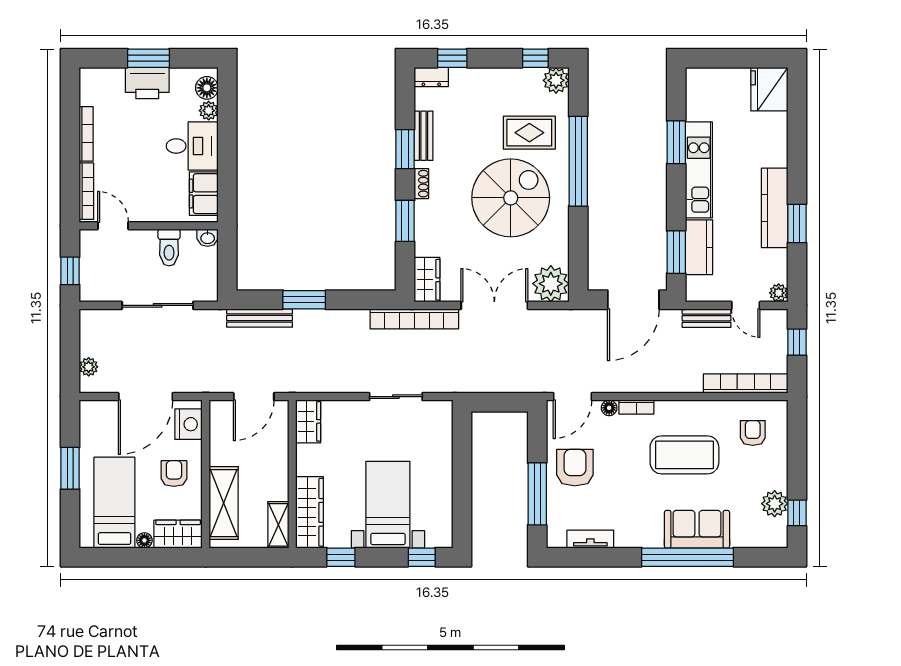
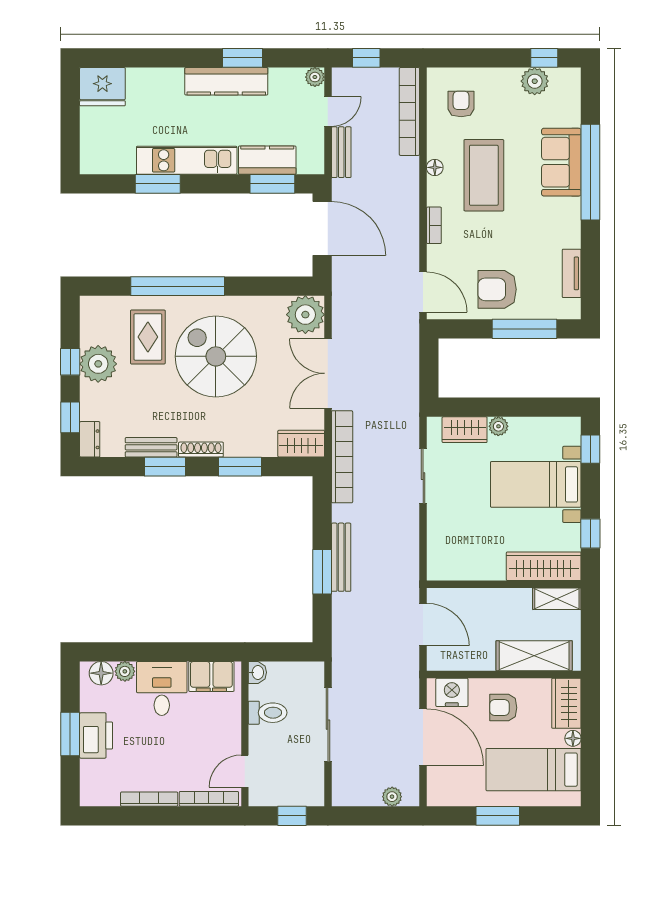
window: (535, 58) -> (70, 362), moved
plant: (556, 80) -> (98, 364), moved, width x1.36, depth x1.36
shoe rack: (421, 184) -> (201, 450), width x1.43
bench: (260, 318) -> (341, 557), moved
floor lamp: (609, 408) -> (435, 167), moved
wardrobe: (308, 421) -> (465, 430), moved, turned 180
armchair: (753, 433) -> (461, 104), turned 90
plant: (444, 469) -> (498, 426), added

